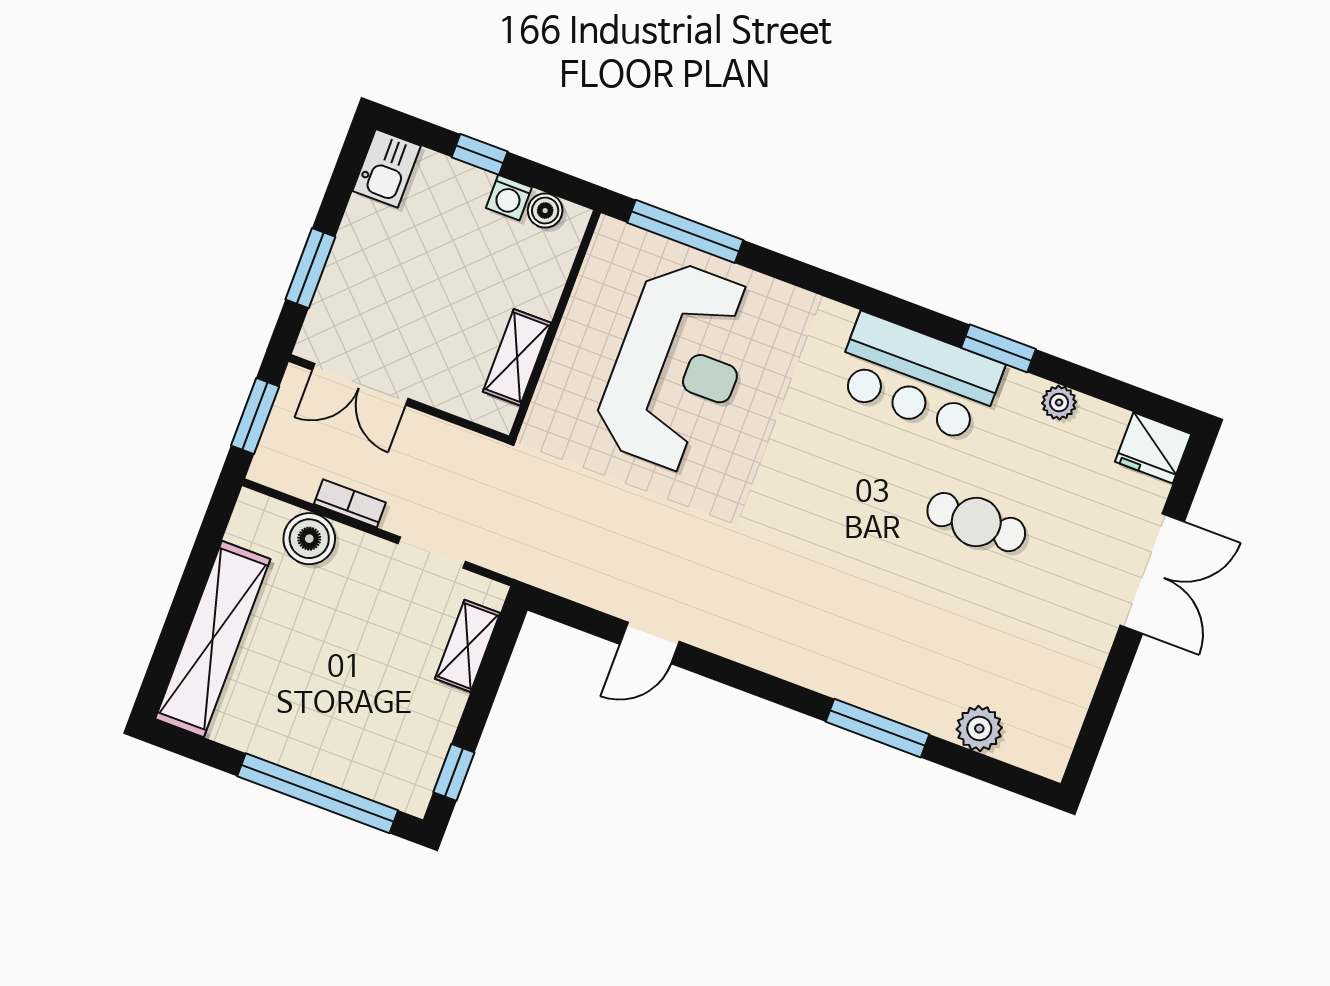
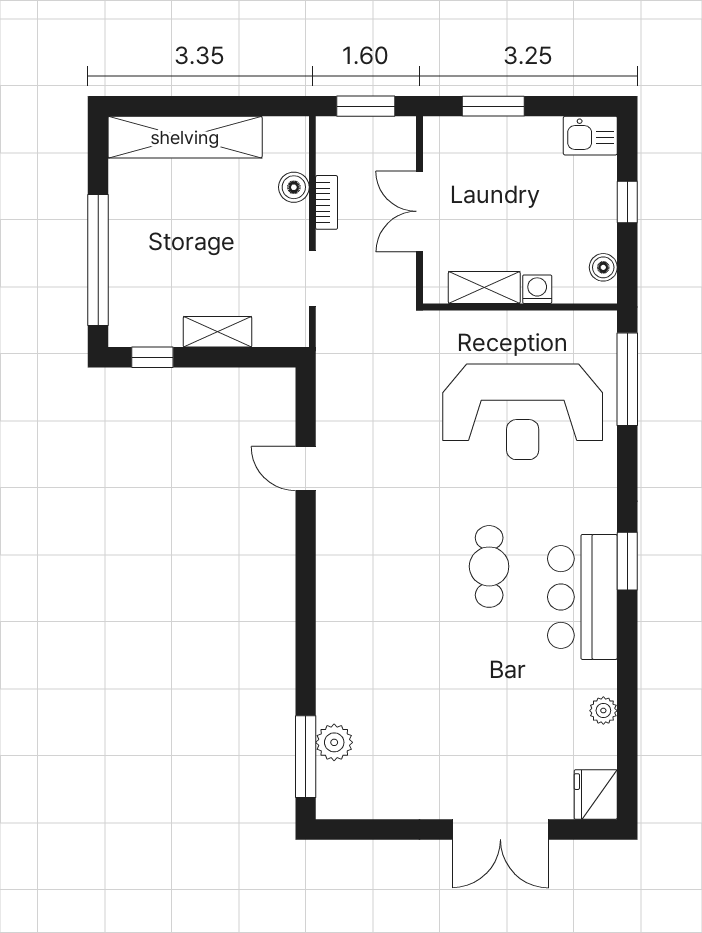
washing machine: (509, 198) -> (537, 289), moved, turned 90
window: (999, 348) -> (627, 561), moved
double door: (360, 384) -> (420, 211), moved
cafe table: (976, 522) -> (489, 566), moved
boiler: (309, 539) -> (294, 187), width x0.73, depth x0.73
shelving: (468, 646) -> (217, 332), moved
window: (877, 728) -> (306, 757), moved

